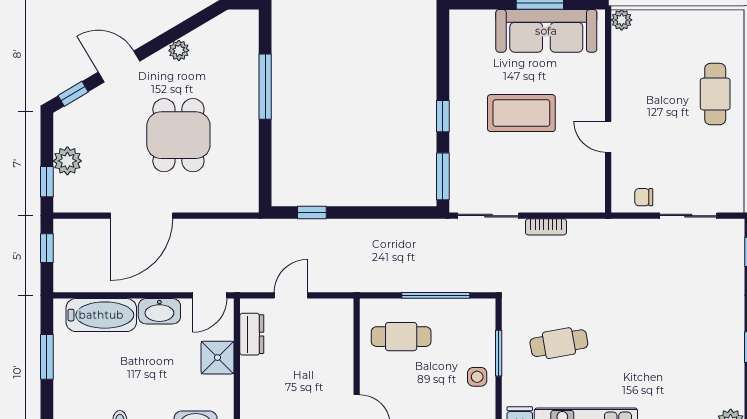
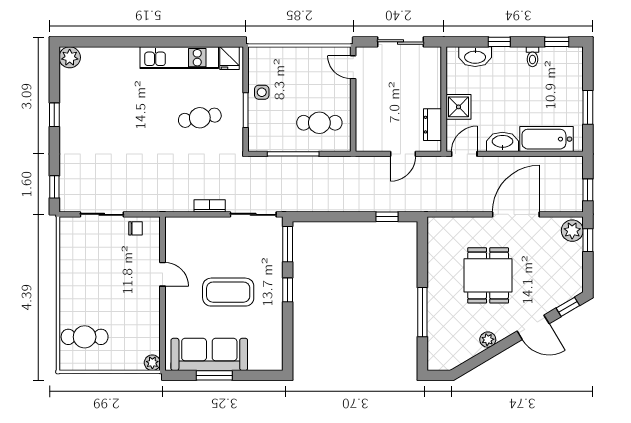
cafe table: (715, 94) -> (85, 337), moved, turned 90
plant: (67, 161) -> (572, 231), moved

